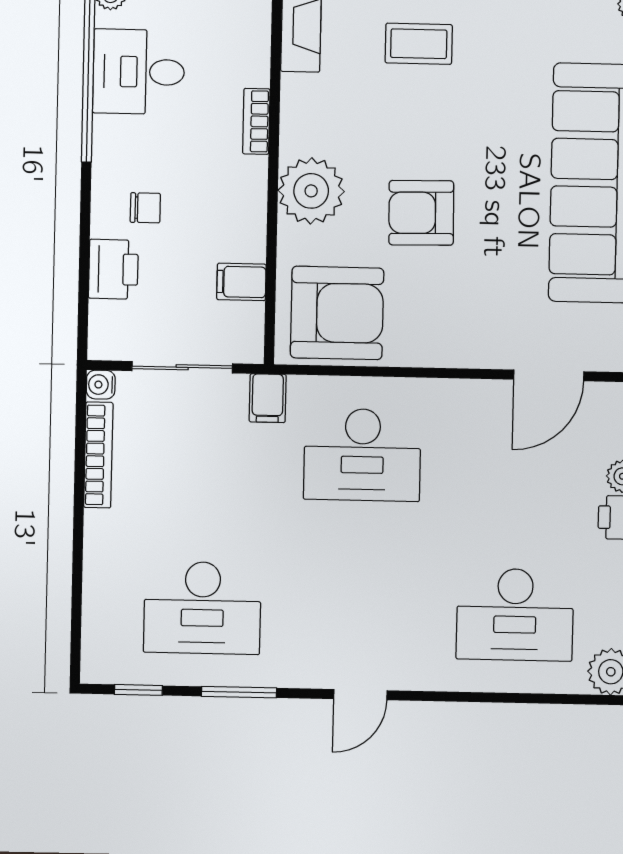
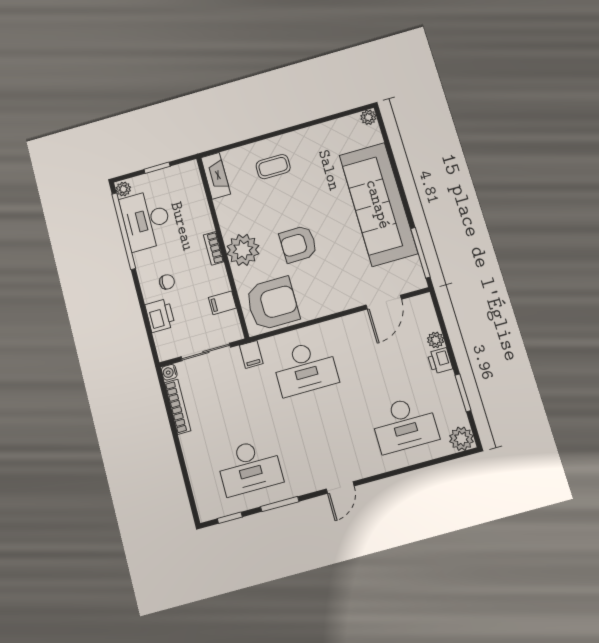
desk: (139, 72) -> (146, 220), width x1.37
bookcase: (256, 121) -> (214, 248), moved

